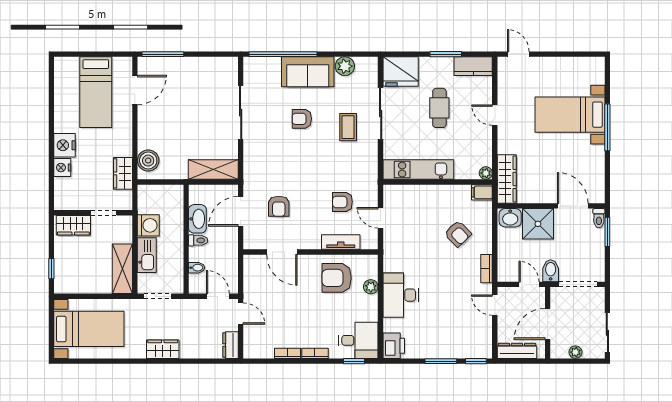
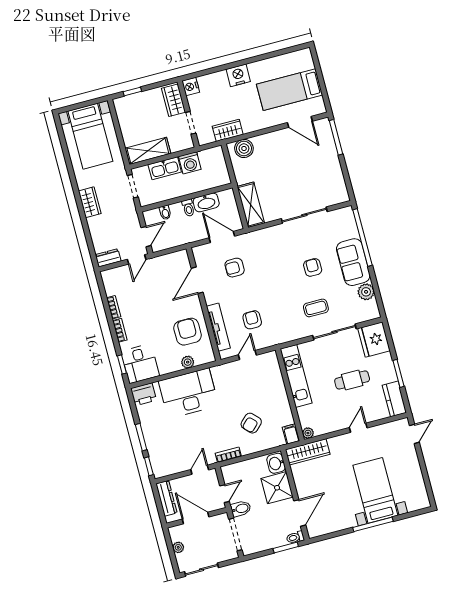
nightstand: (62, 168) -> (191, 87), moved, turned -90
tv unit: (341, 242) -> (218, 327), width x1.41
desk: (401, 295) -> (188, 393), width x1.36, depth x1.30

